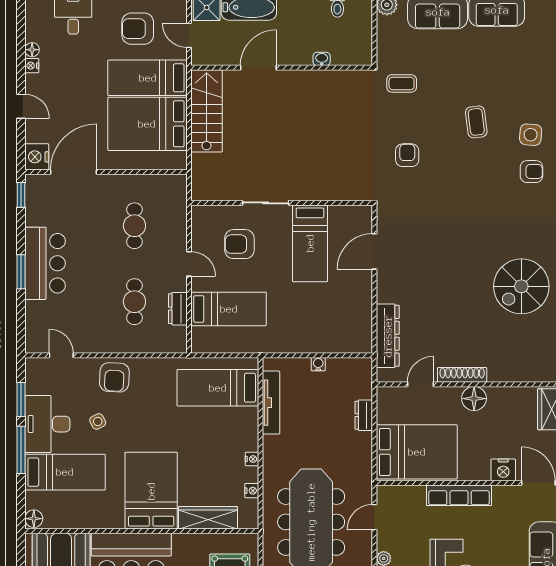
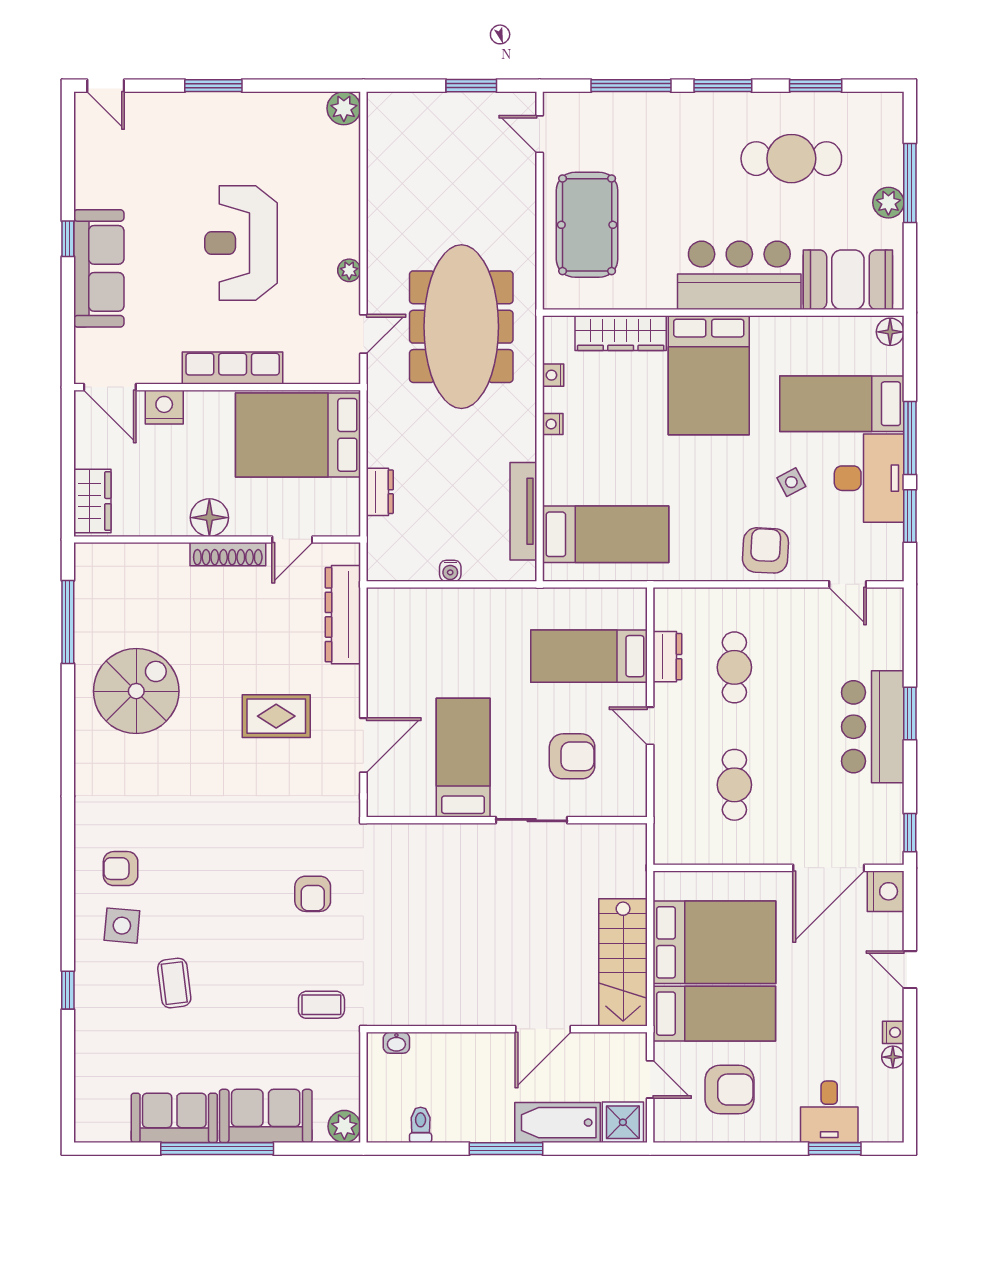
washbasin: (322, 59) -> (396, 1043), moved
coffee table: (476, 122) -> (174, 983), moved
rug: (431, 270) -> (276, 716), added

